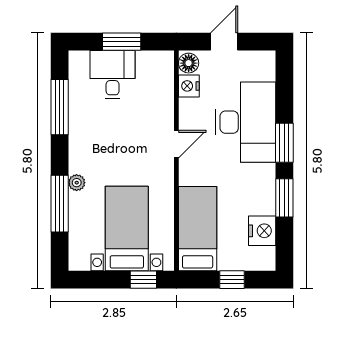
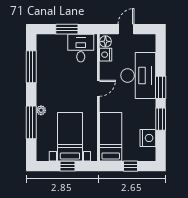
desk: (113, 75) -> (81, 48), moved
window: (143, 280) -> (67, 166), moved

